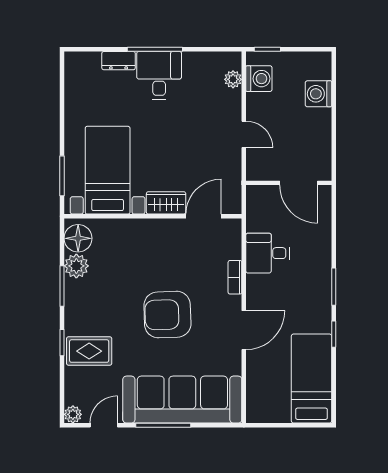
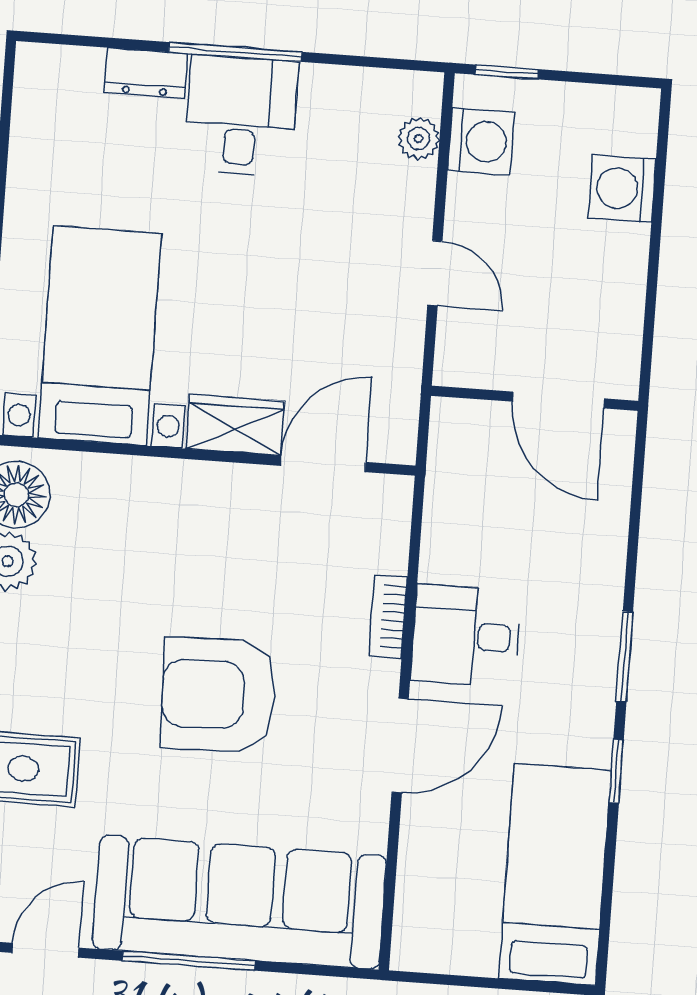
desk: (268, 253) -> (466, 636), moved

